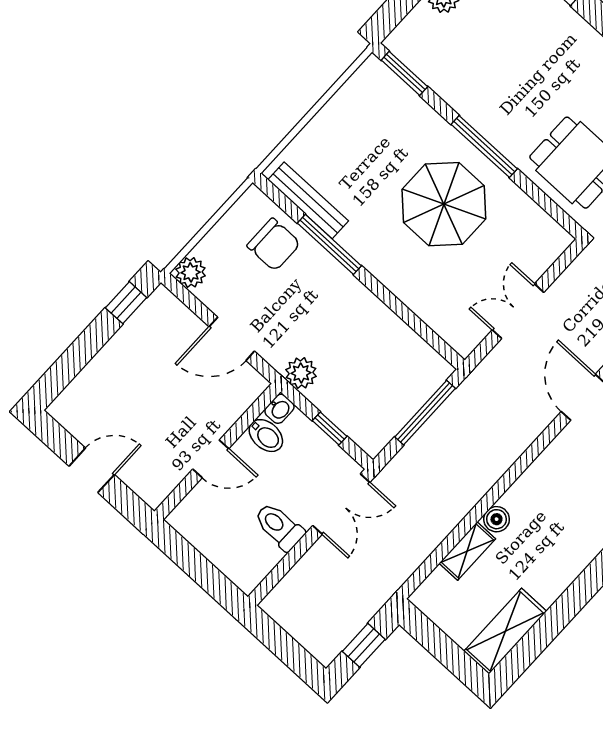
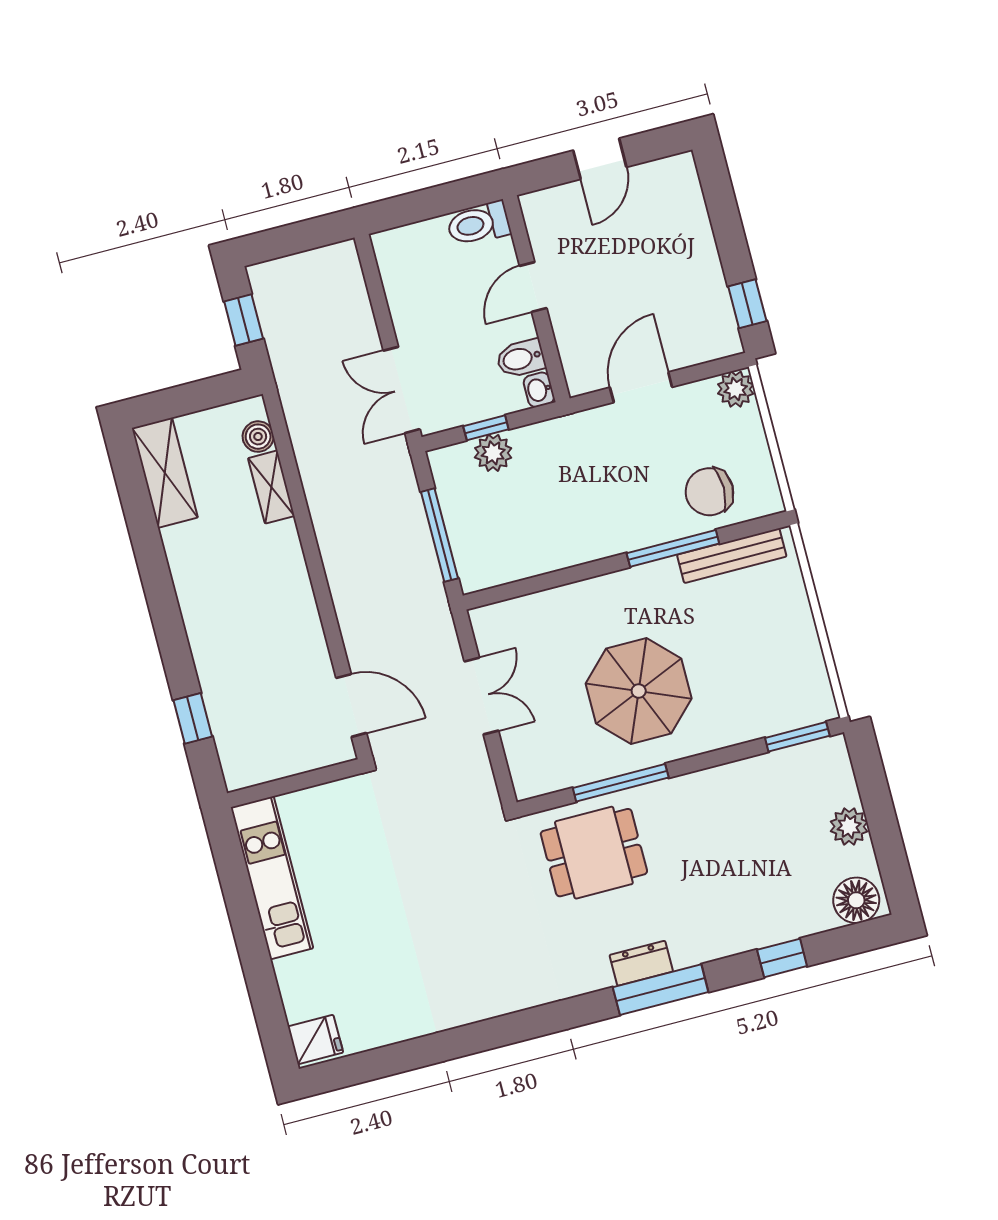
window: (484, 147) -> (621, 783), moved
plant: (301, 373) -> (493, 453), moved
boiler: (497, 519) -> (258, 437), moved
toilet: (279, 527) -> (479, 224), moved, turned 180

